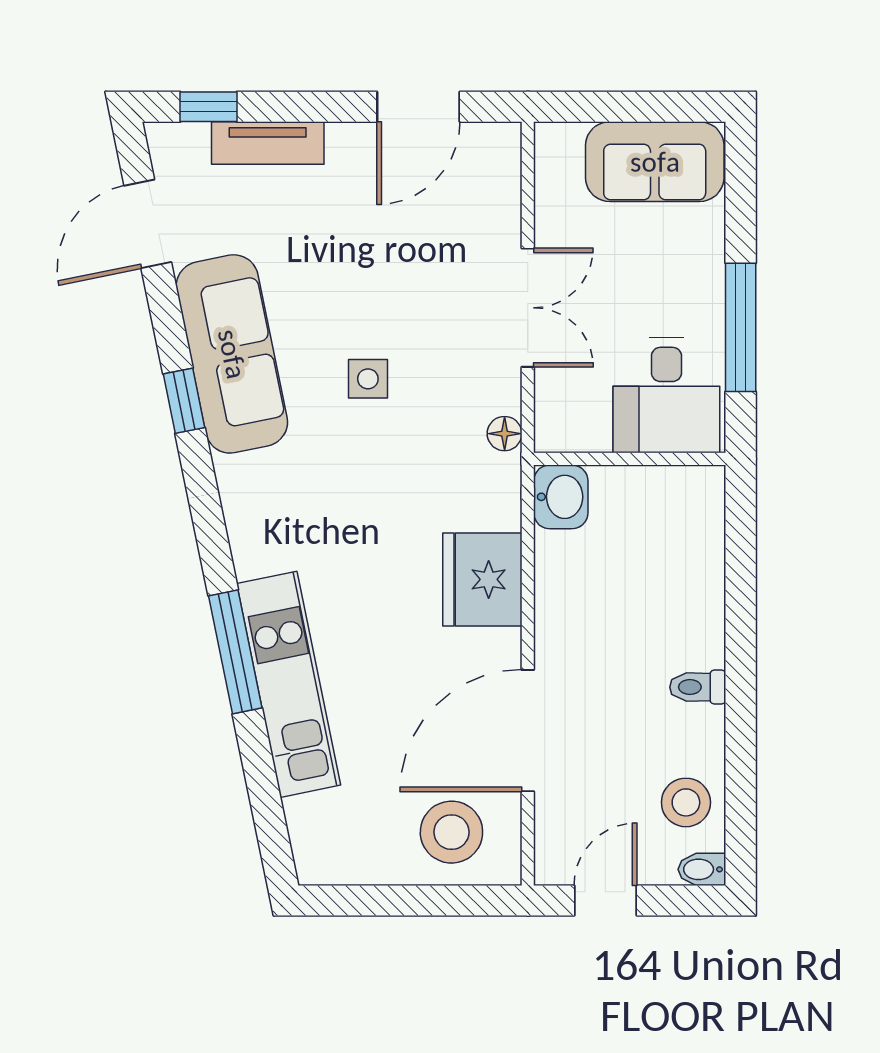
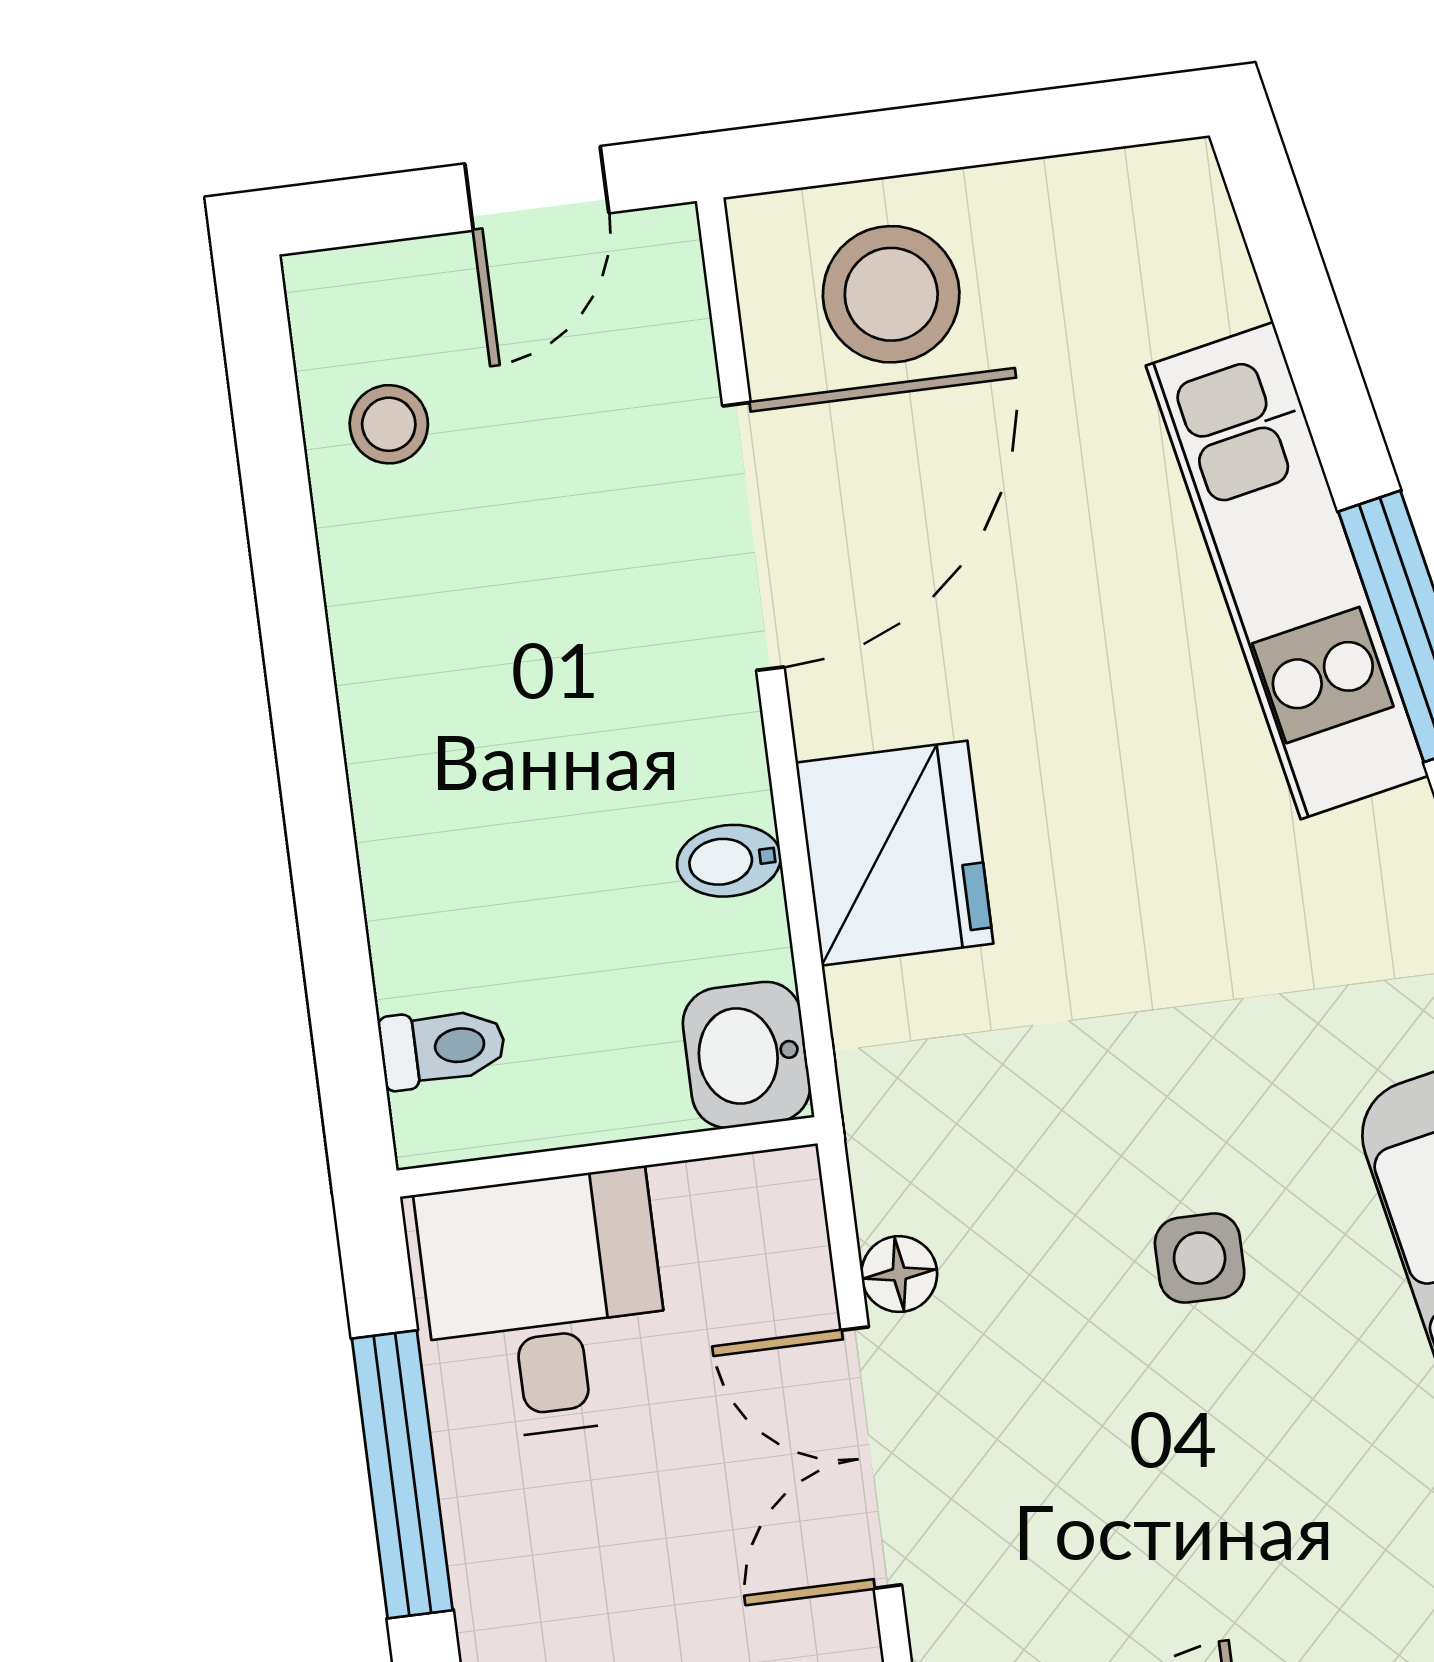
floor lamp: (505, 434) -> (899, 1274), moved
toilet: (698, 687) -> (443, 1047), moved
stool: (686, 802) -> (389, 424), width x0.73, depth x0.73
bidet: (702, 869) -> (729, 861), moved, turned 180

